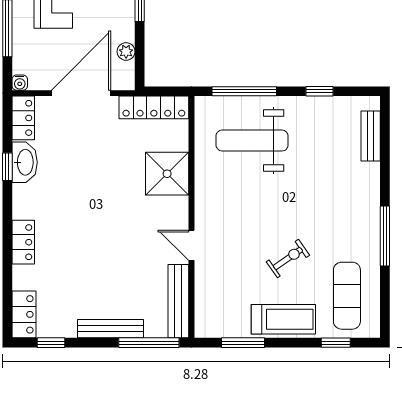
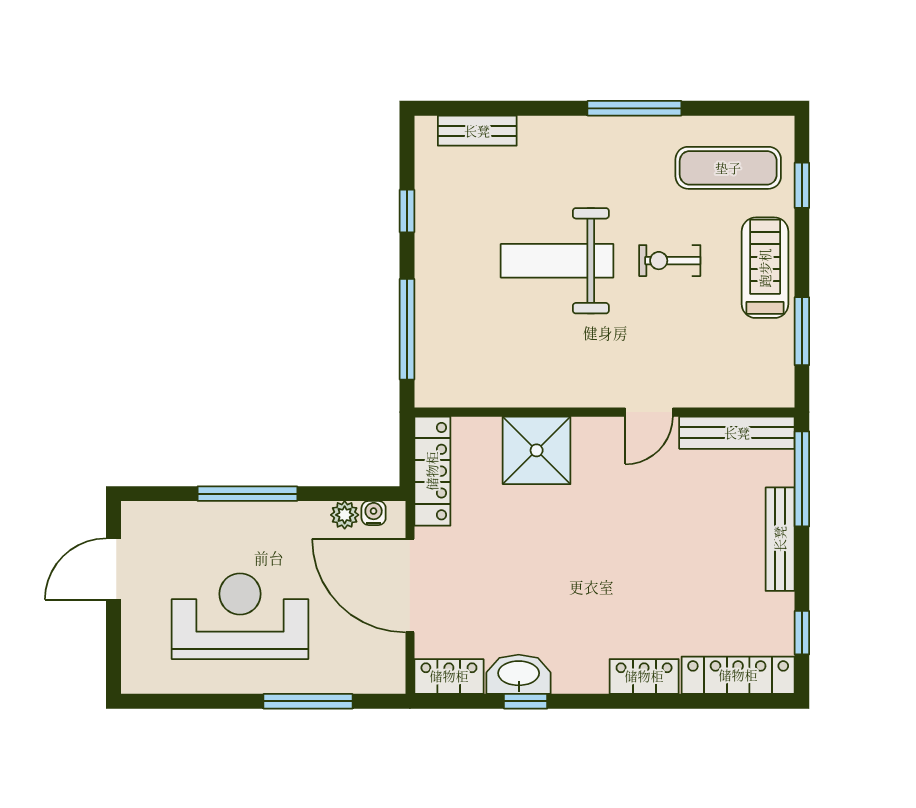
water cooler: (20, 83) -> (374, 513), moved, turned -90
weight bench: (252, 141) -> (557, 261), moved, turned 90
exercise bike: (288, 258) -> (670, 261), turned -55
locker: (24, 314) -> (738, 675), width x1.53

